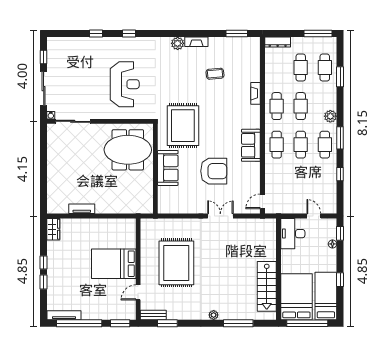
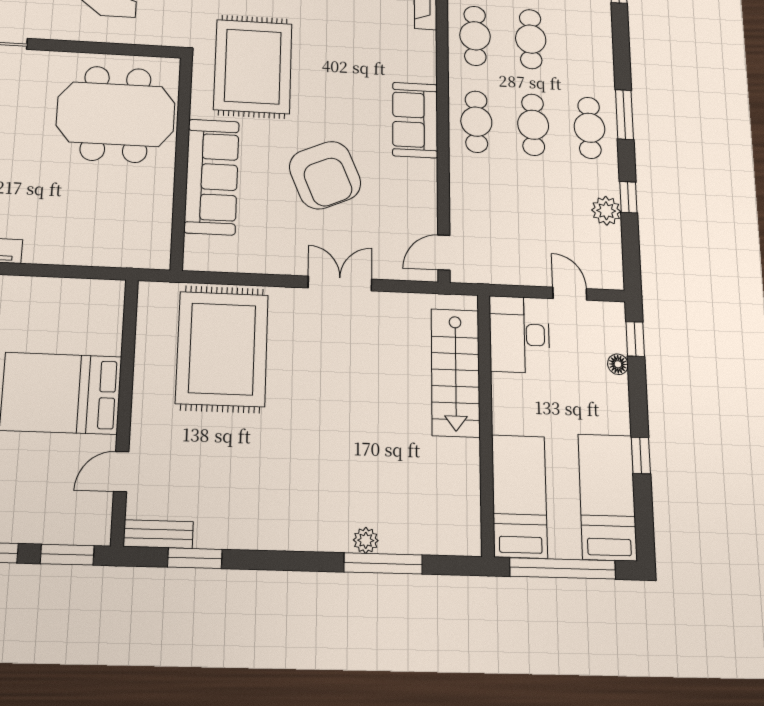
plant: (330, 116) -> (606, 211), moved
sofa: (168, 168) -> (212, 177), width x1.36
armchair: (214, 171) -> (325, 175), turned 67
rug: (176, 263) -> (222, 349), moved
stairs: (267, 286) -> (456, 372), moved
bed: (296, 297) -> (520, 496), width x0.67
plant: (214, 315) -> (366, 540), moved

